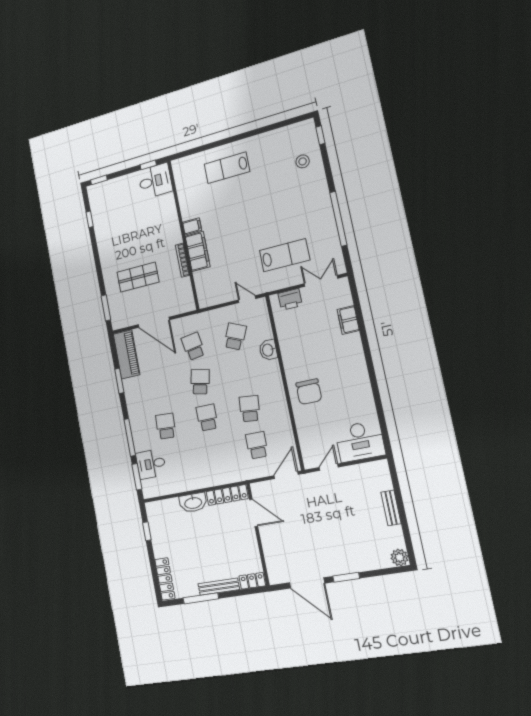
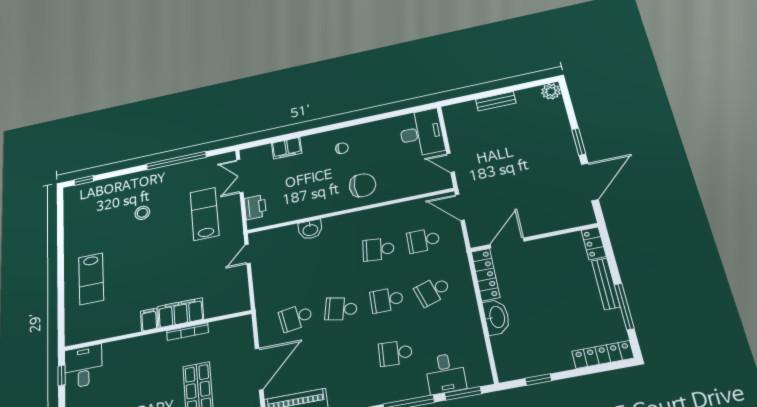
stool: (303, 161) -> (142, 213), moved
school desk: (235, 336) -> (433, 291), moved, turned -42
chair: (346, 371) -> (342, 148), added

